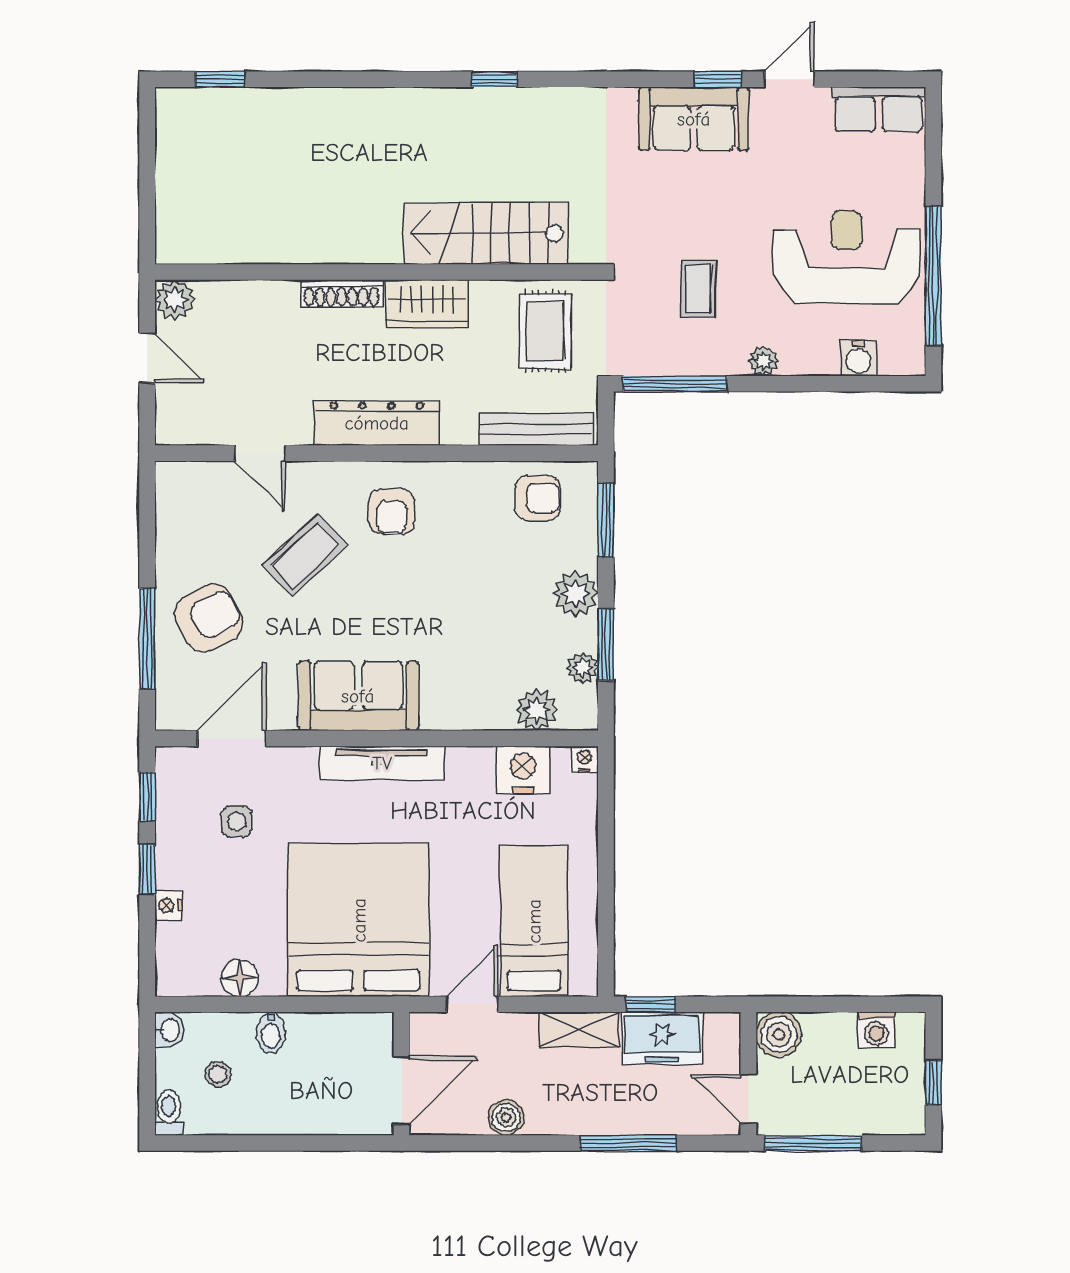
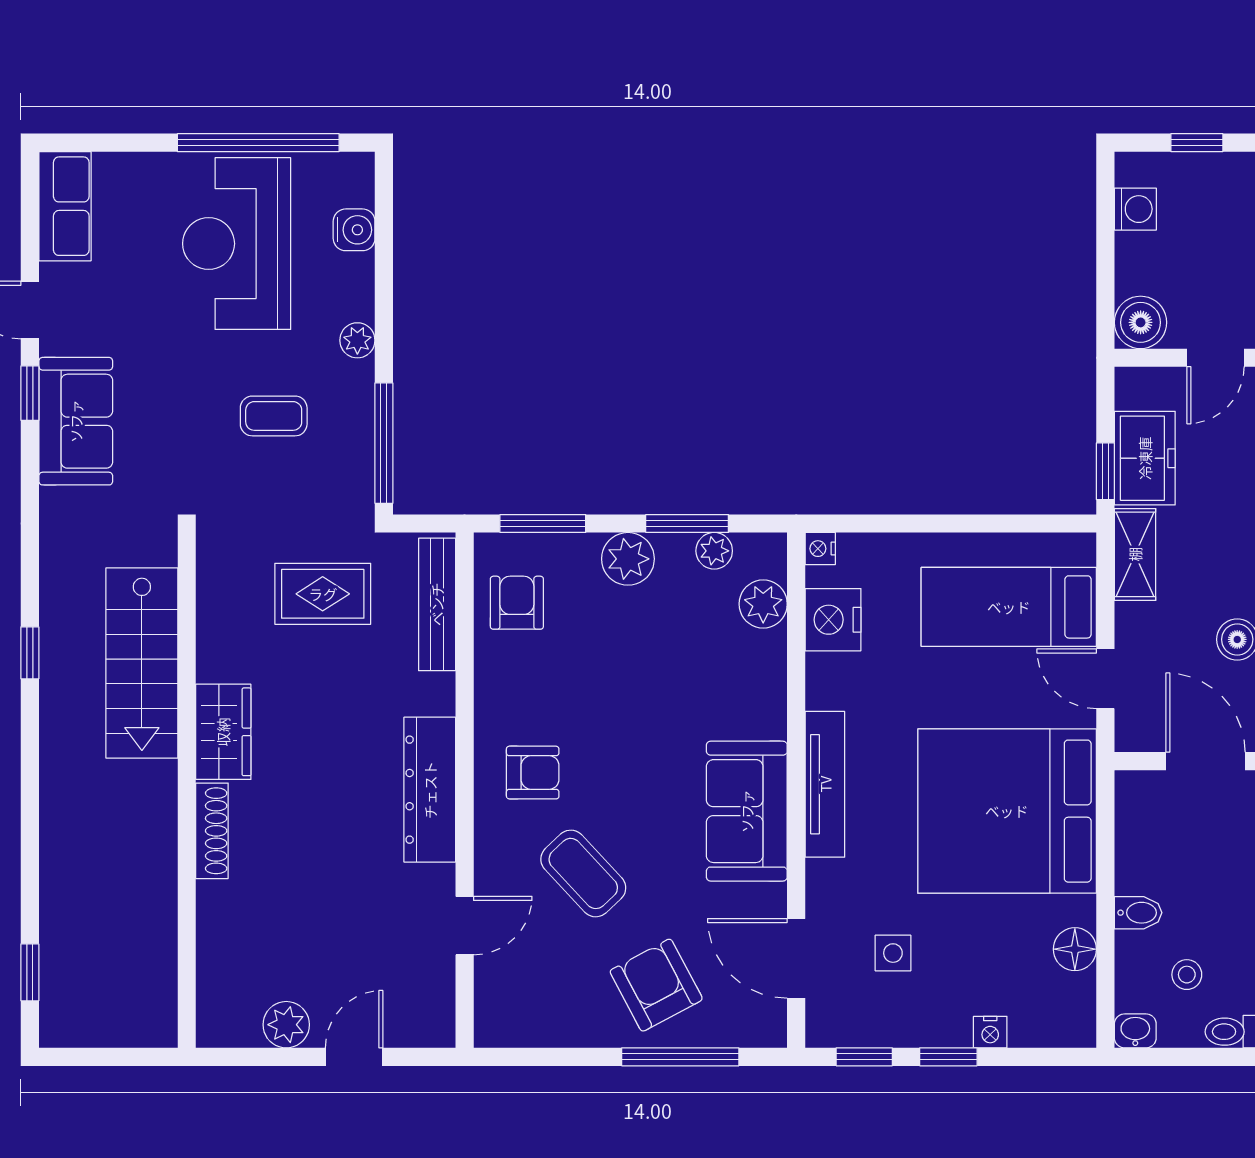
stairs: (486, 233) -> (142, 663), moved
wall: (376, 272) -> (187, 790), moved
shoe rack: (342, 294) -> (212, 831), moved
wardrobe: (427, 303) -> (223, 732), moved

